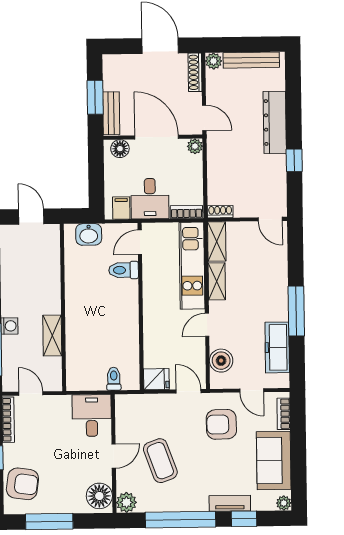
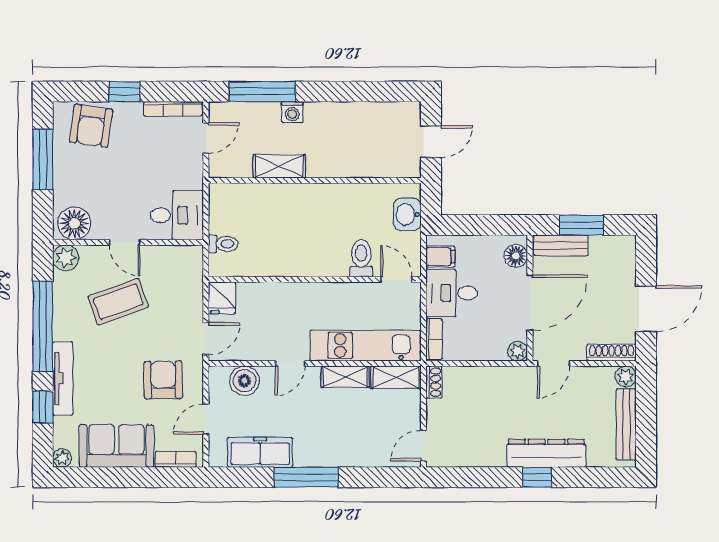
window: (294, 160) -> (537, 477), moved
door: (207, 325) -> (290, 363), swing flipped
tv unit: (230, 503) -> (63, 379), width x1.41

